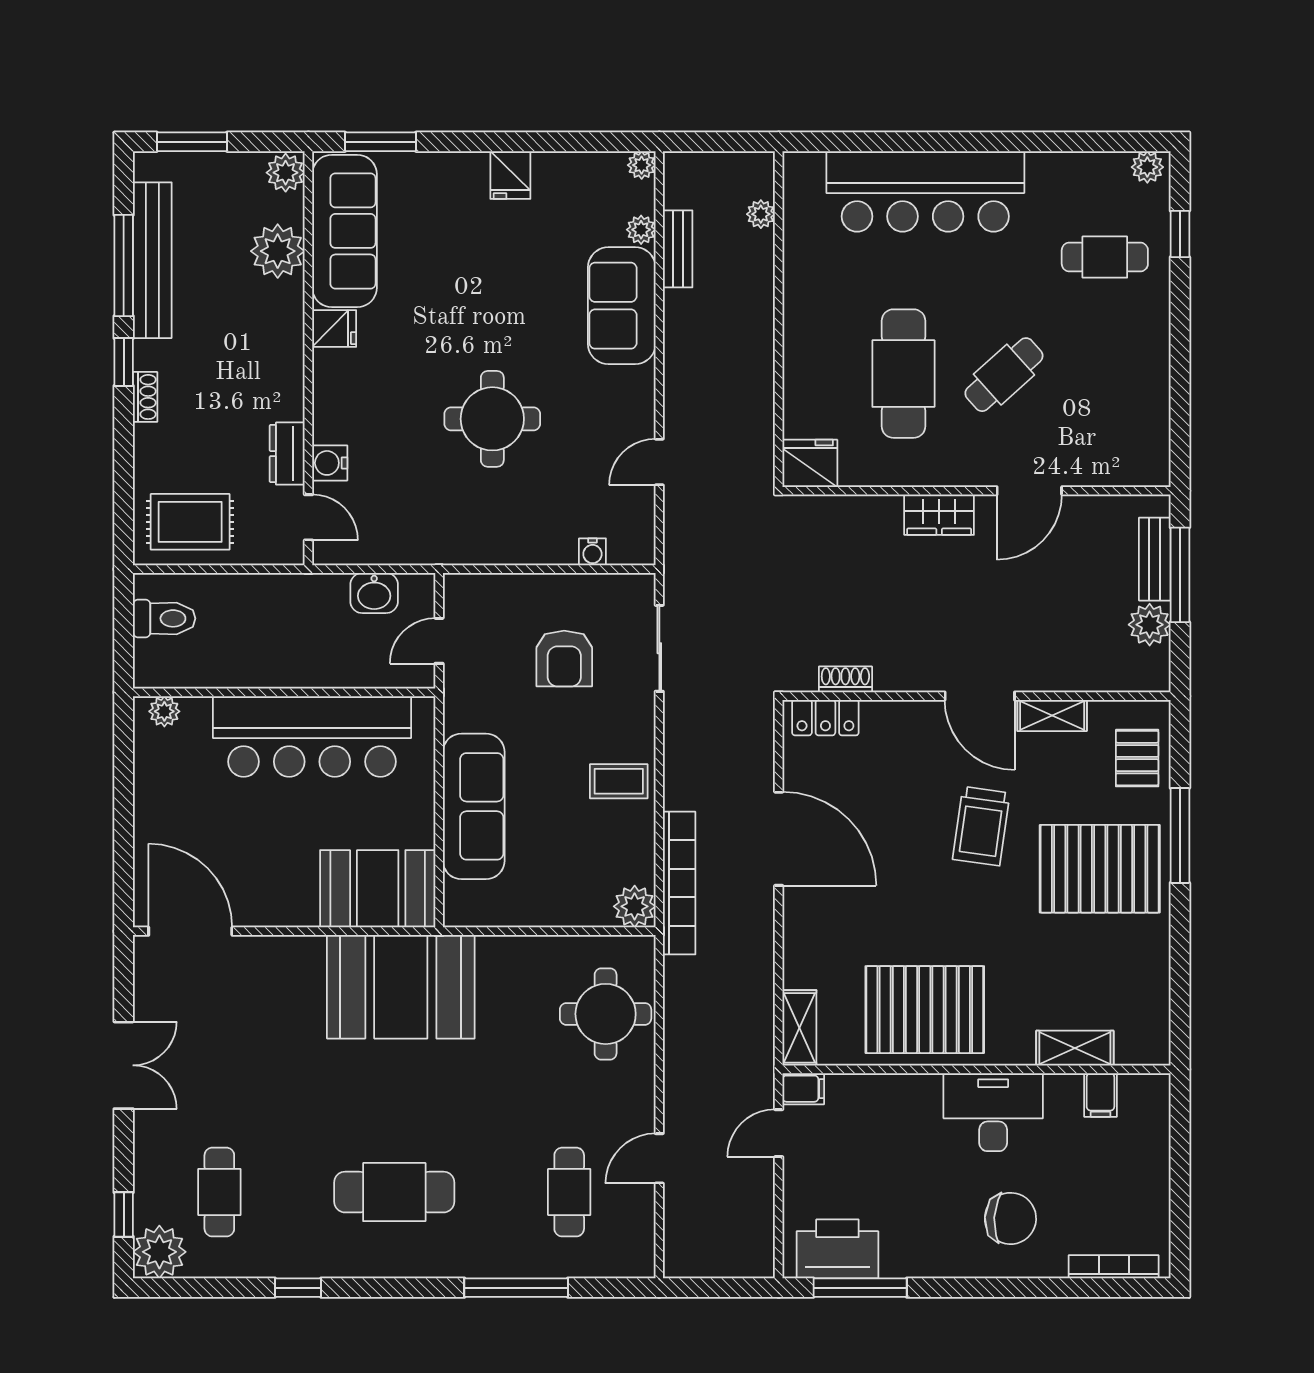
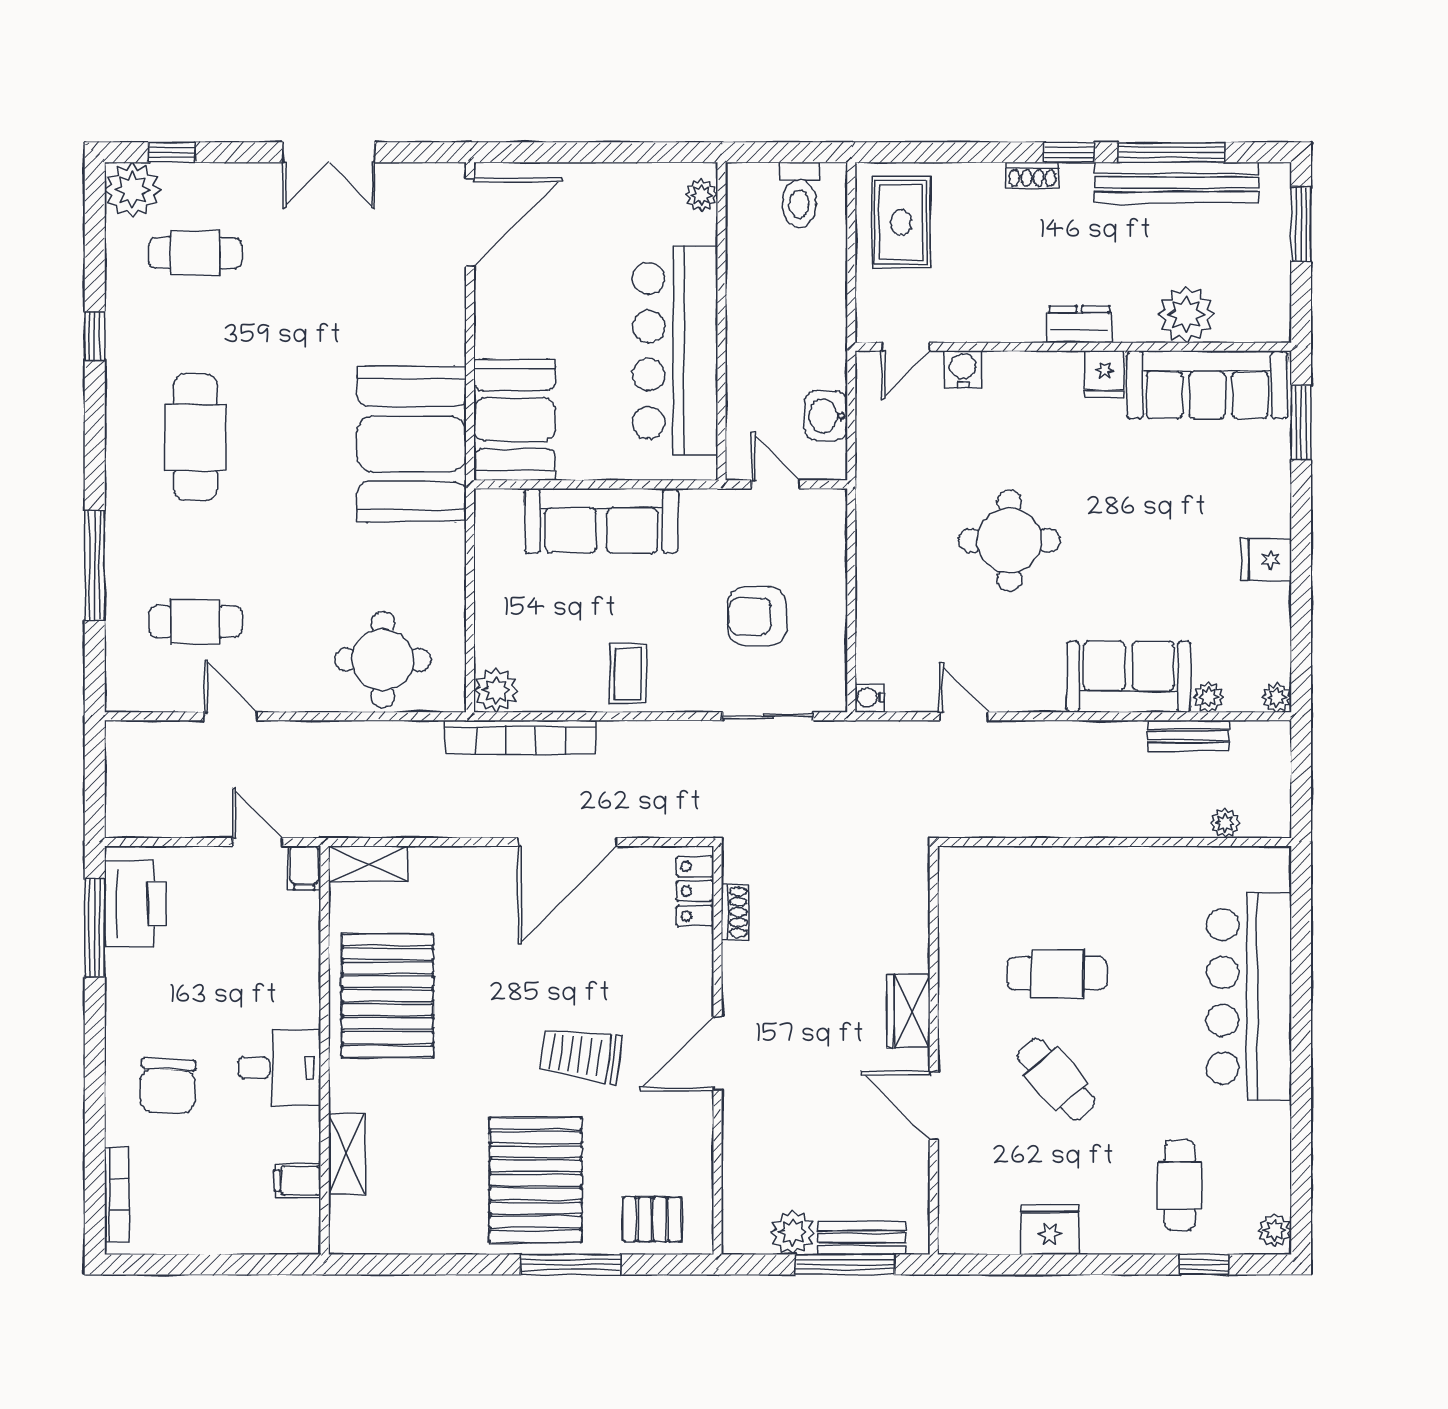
plant: (286, 173) -> (1269, 323), removed
cafe table: (903, 374) -> (1057, 973), width x0.73, depth x0.74
dresser: (287, 454) -> (1079, 324), moved
fridge: (810, 463) -> (1050, 1230), moved, turned -90
water cooler: (592, 552) -> (869, 697), moved
shelving: (1052, 715) -> (697, 1130), removed
desk: (993, 1112) -> (280, 1068), width x0.73

